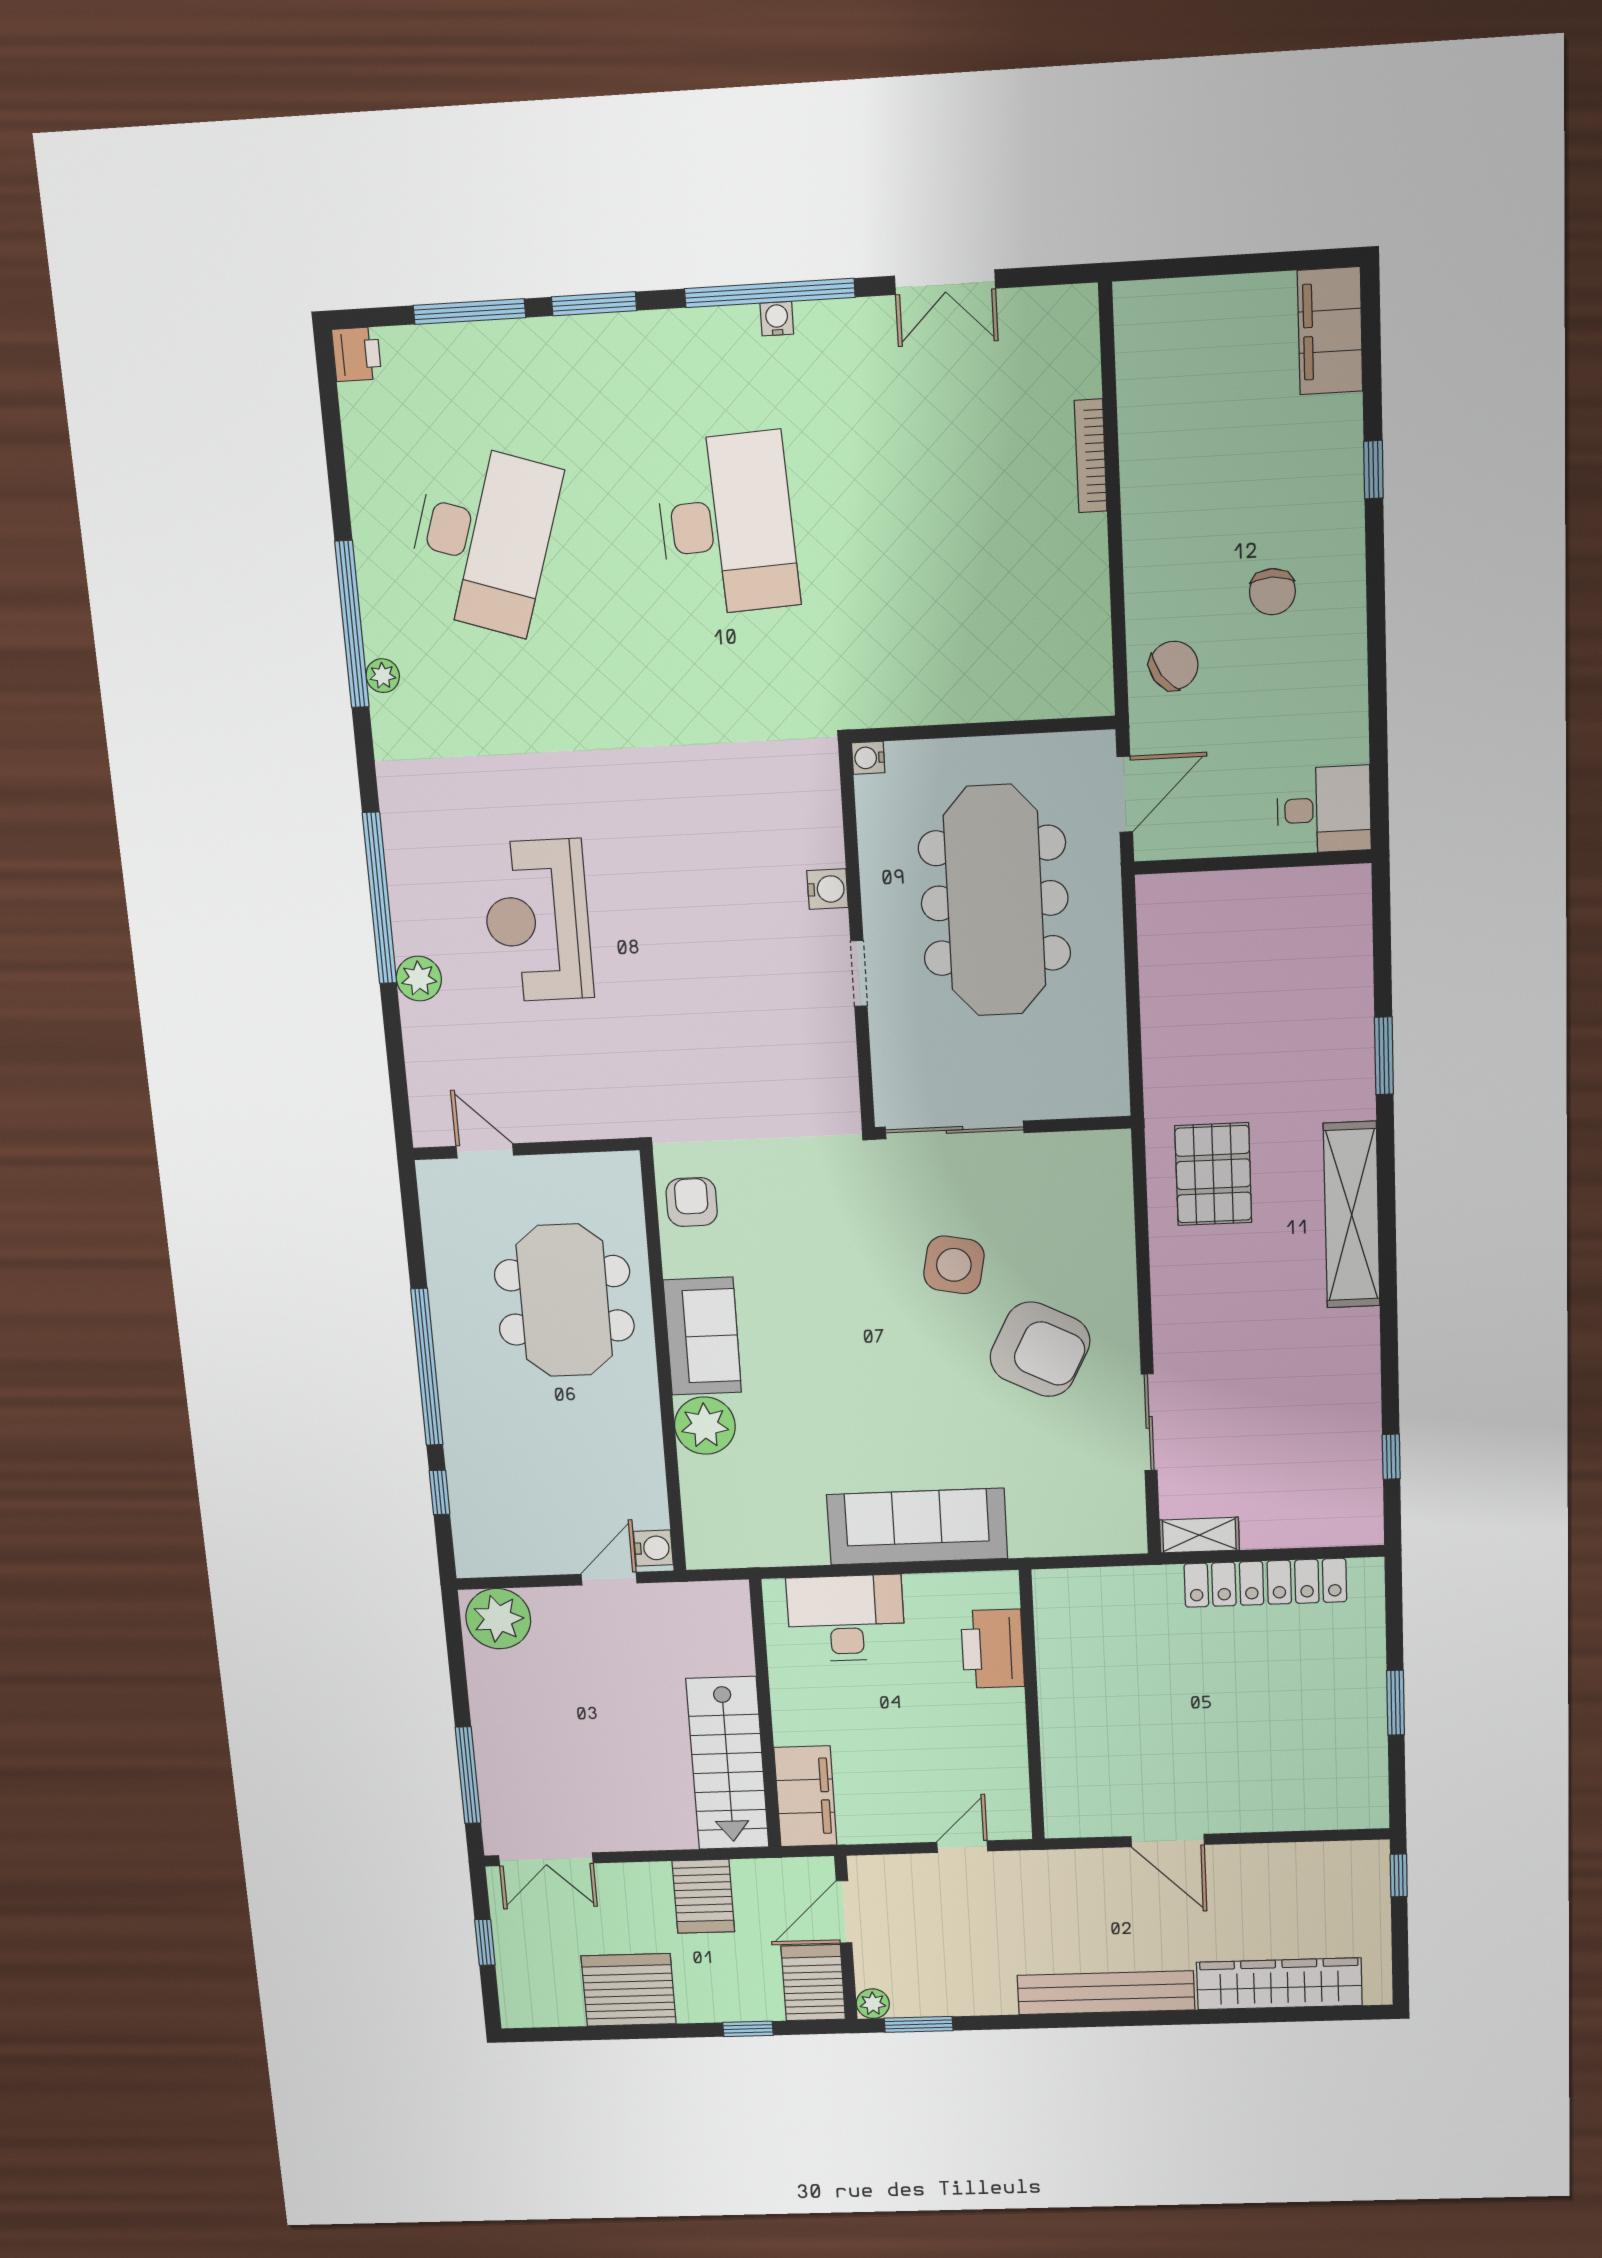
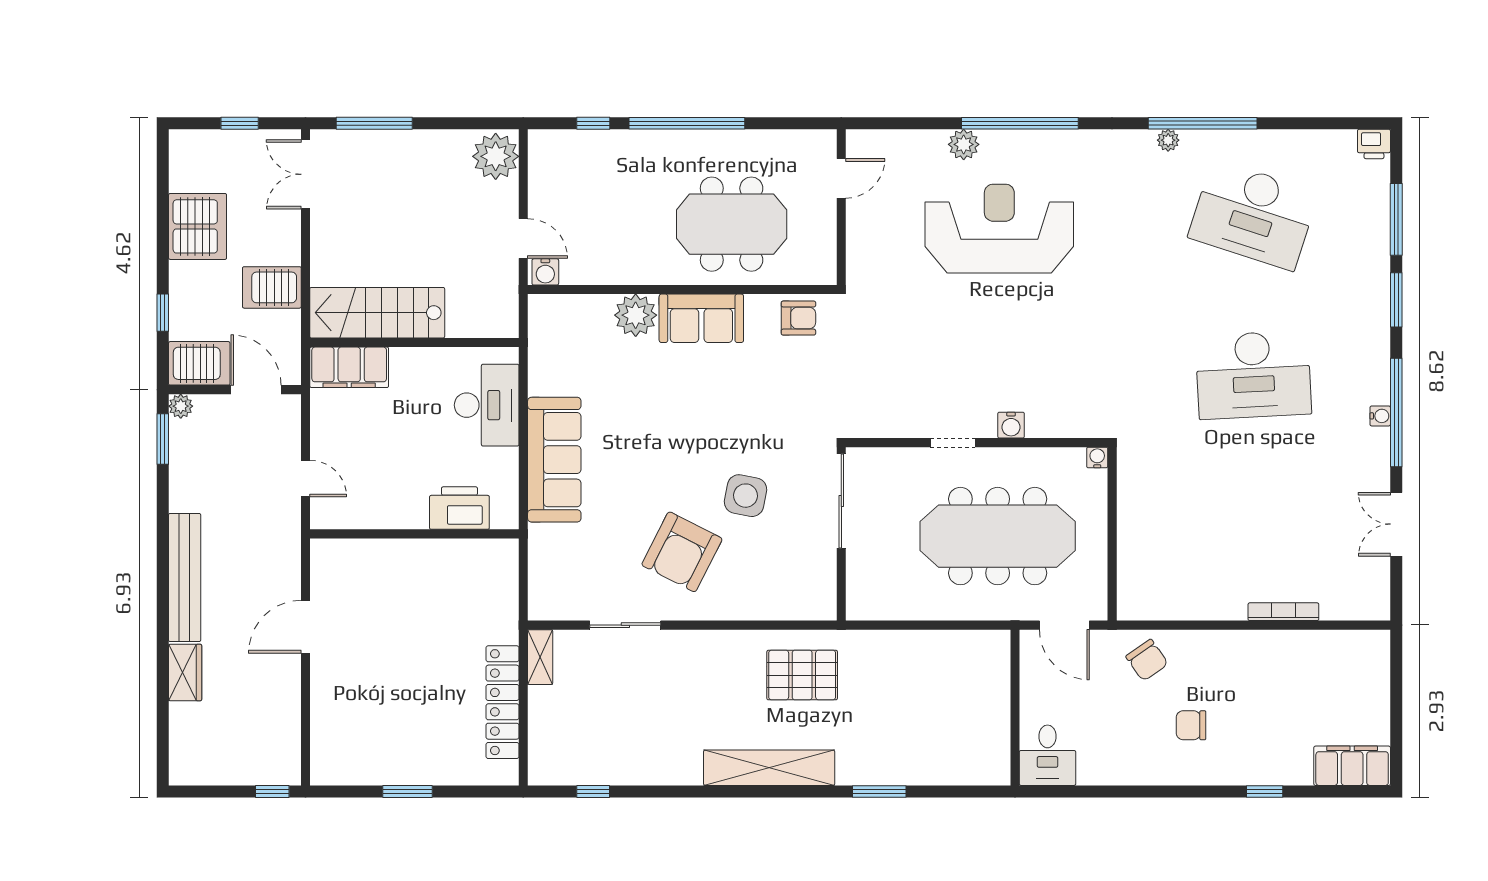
reception desk: (537, 921) -> (999, 229), width x1.36, depth x1.30
wardrobe: (1279, 1984) -> (185, 673), width x0.48, depth x0.85

